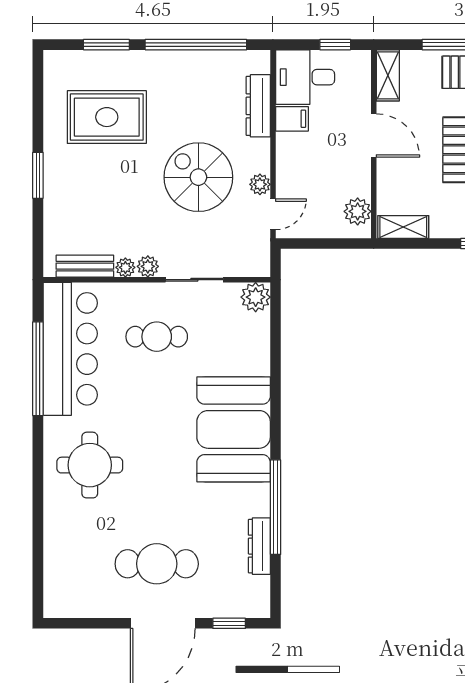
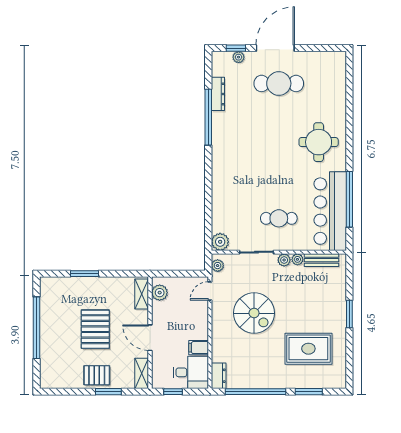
dresser: (258, 106) -> (219, 376), moved, width x0.70
plant: (260, 184) -> (218, 266), moved
shelving: (403, 227) -> (142, 294), moved, turned 90
booth: (234, 429) -> (233, 163), removed
plant: (225, 608) -> (239, 57), added

